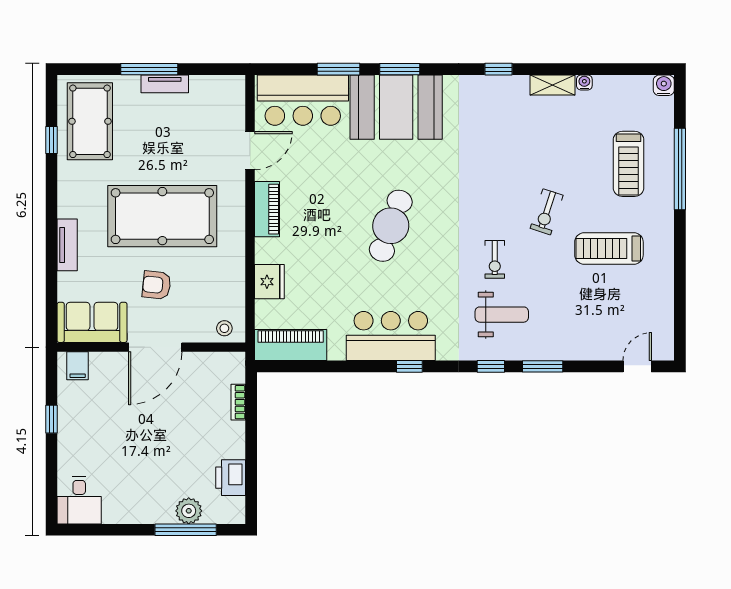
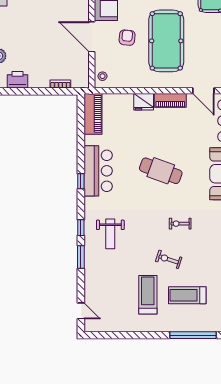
treadmill: (628, 164) -> (187, 295), moved
exercise bike: (495, 259) -> (180, 224), moved
fridge: (269, 282) -> (144, 102), moved

